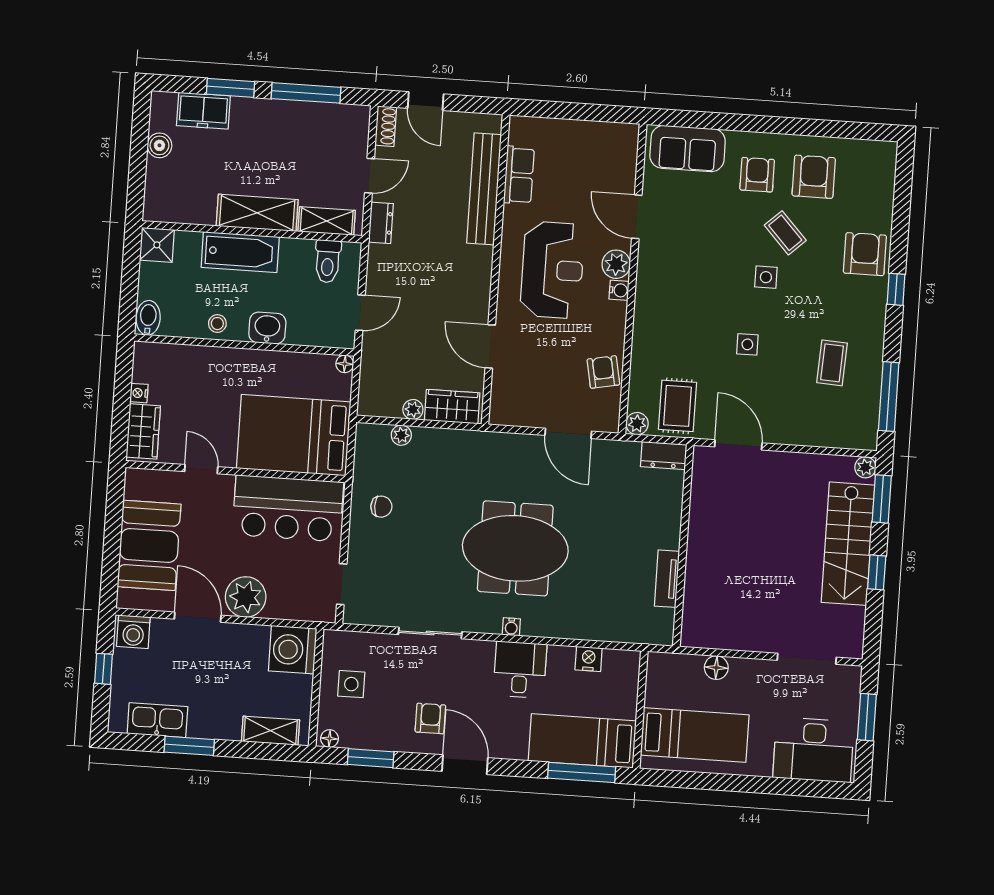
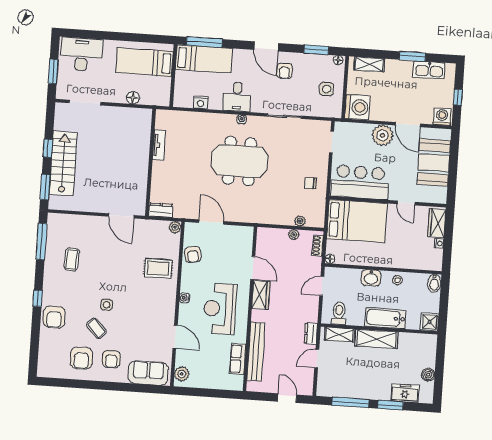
shoe rack: (386, 126) -> (318, 246), moved
plant: (616, 264) -> (182, 374), moved
side table: (747, 344) -> (116, 269), removed
rug: (677, 406) -> (158, 268), moved, turned 90
wardrobe: (452, 407) -> (261, 295), moved, turned -90
plant: (865, 467) -> (54, 204), removed

